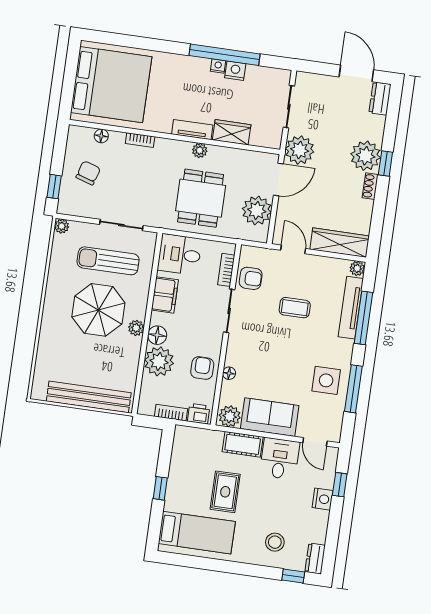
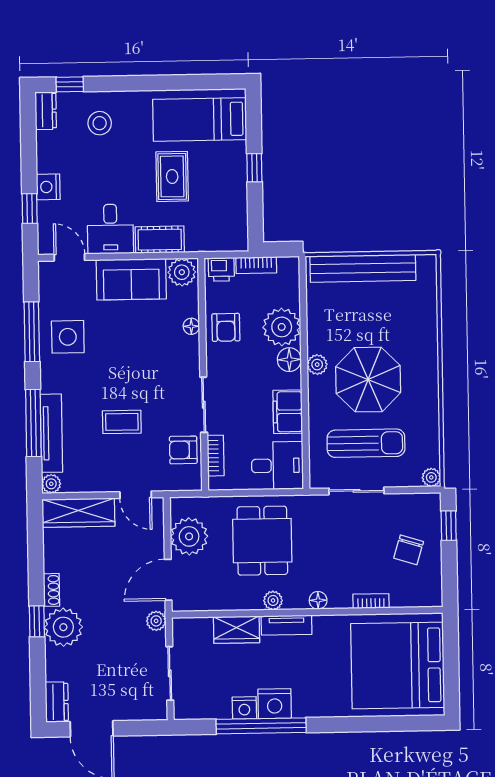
nightstand: (218, 66) -> (275, 704), width x1.89, depth x1.79
floor lamp: (101, 136) -> (318, 600), moved
bookcase: (140, 140) -> (371, 601), moved
plant: (300, 150) -> (156, 621), width x0.53, depth x0.53

